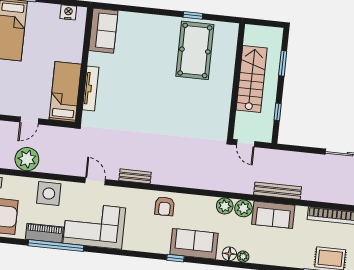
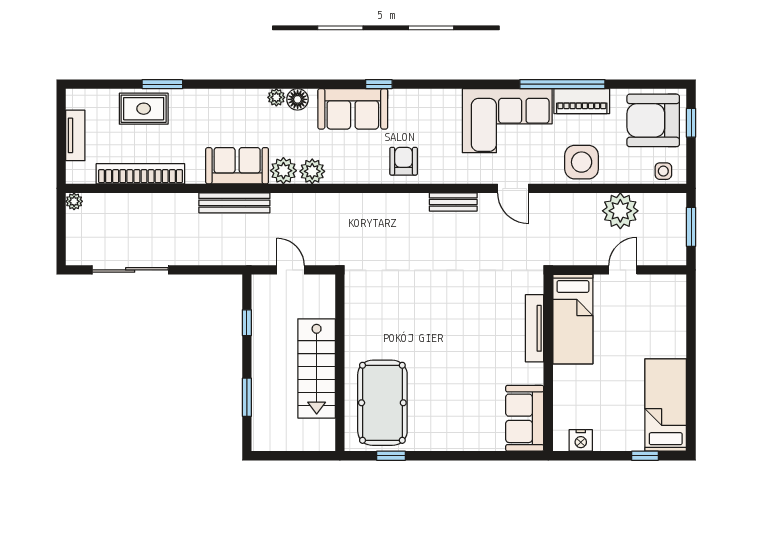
stairs: (252, 79) -> (317, 368), moved
wall: (236, 81) -> (340, 363), moved

